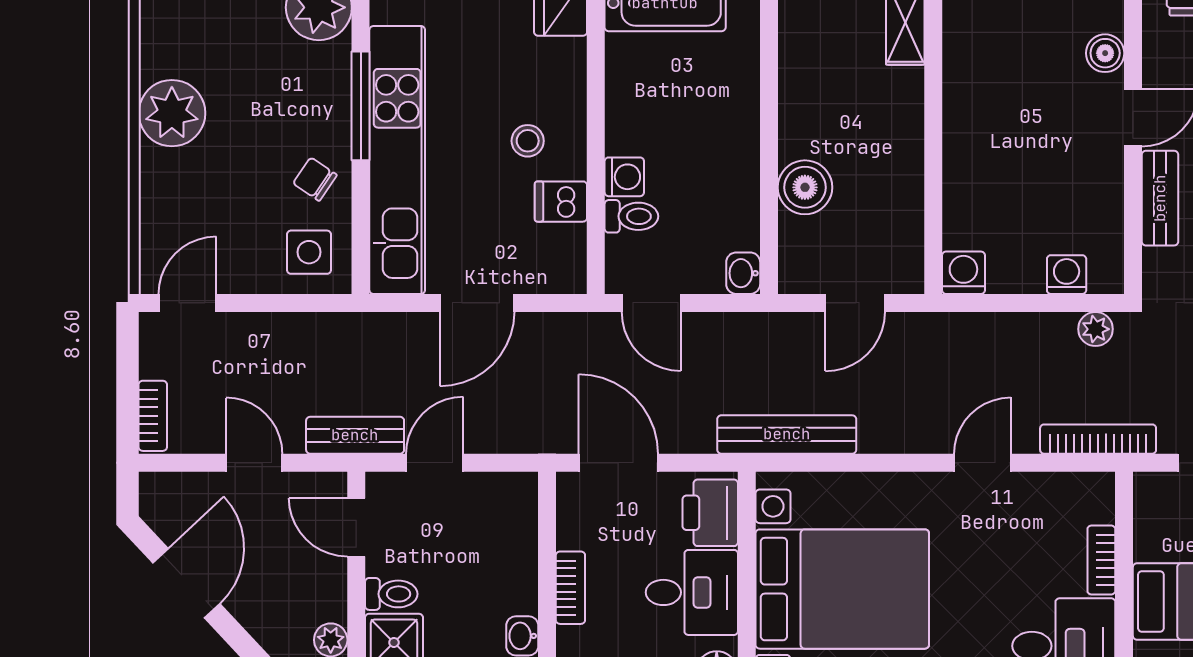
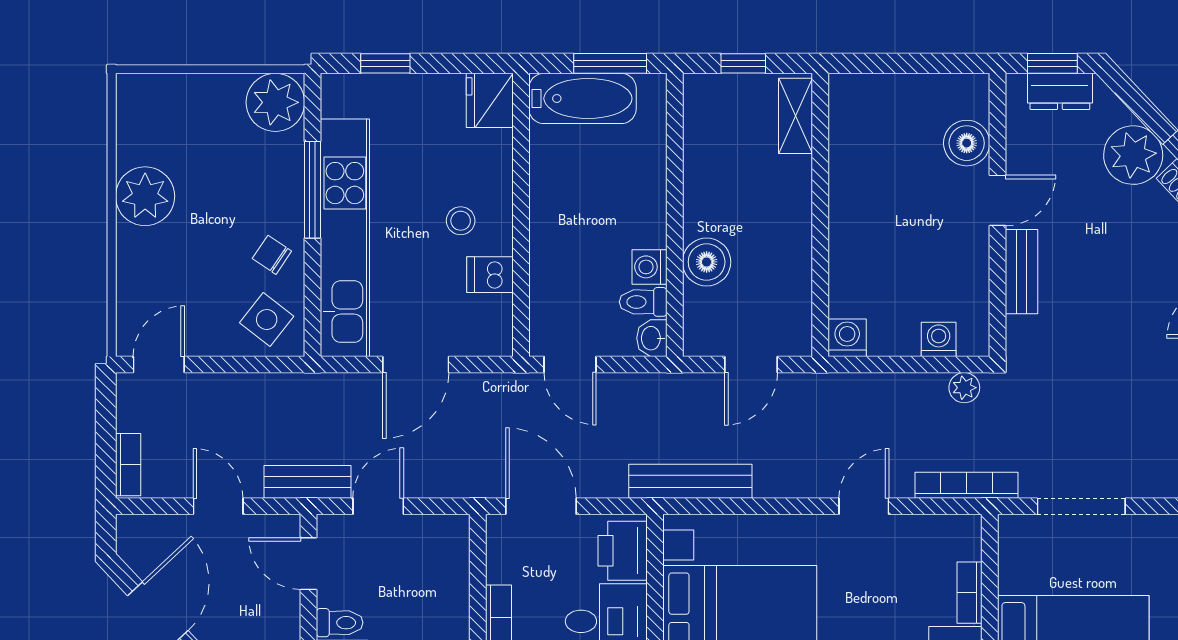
boiler: (1105, 53) -> (967, 143), width x1.36, depth x1.36
washing machine: (624, 177) -> (649, 267), moved, turned 180
toilet: (631, 216) -> (643, 302), moved, turned 180
side table: (309, 252) -> (267, 320), turned 38

